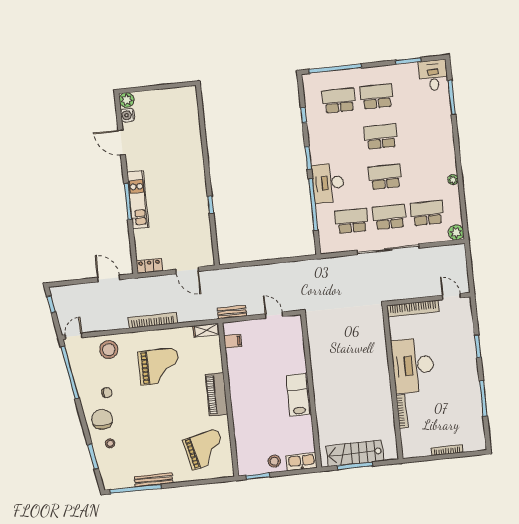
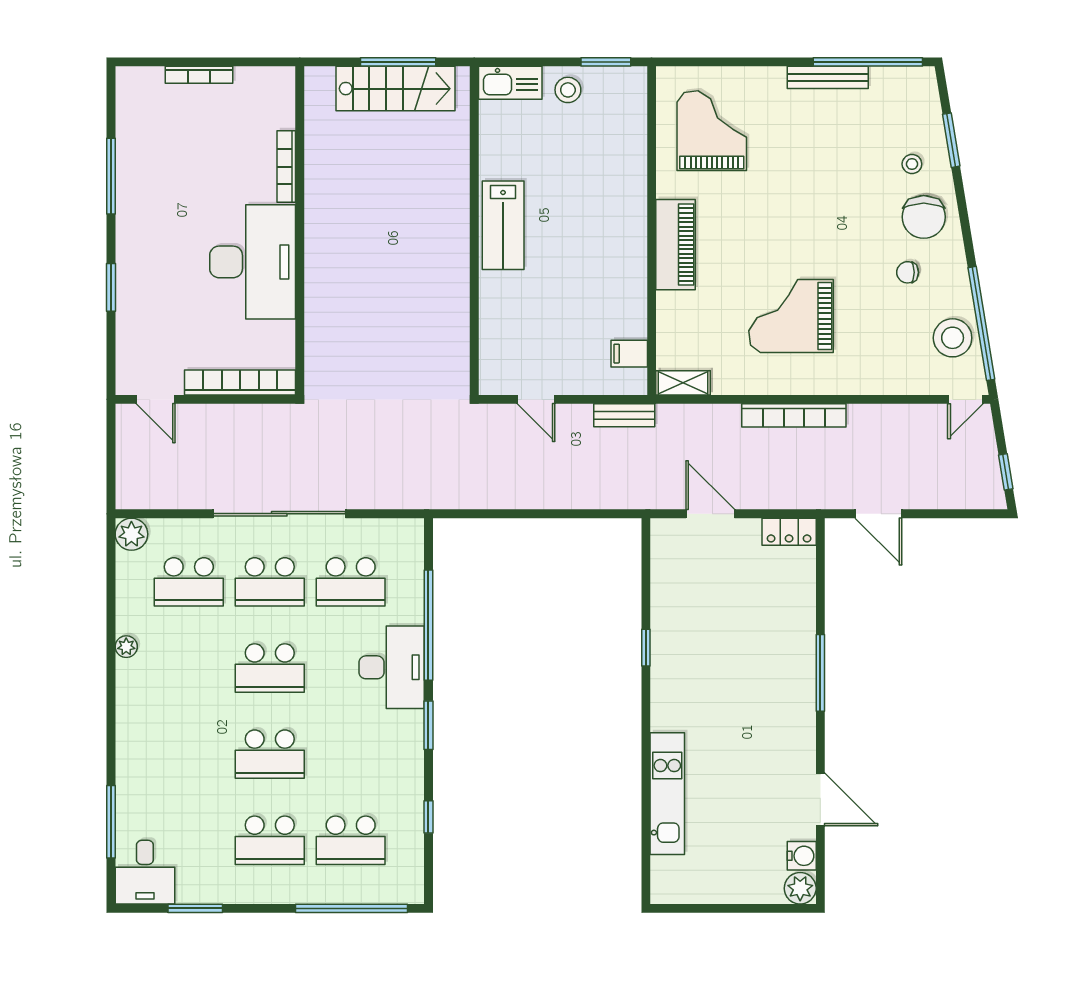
kitchen unit: (138, 200) -> (667, 794), moved, turned 180
stool: (109, 350) -> (953, 338), moved
grand piano: (205, 449) -> (712, 131), turned 103

